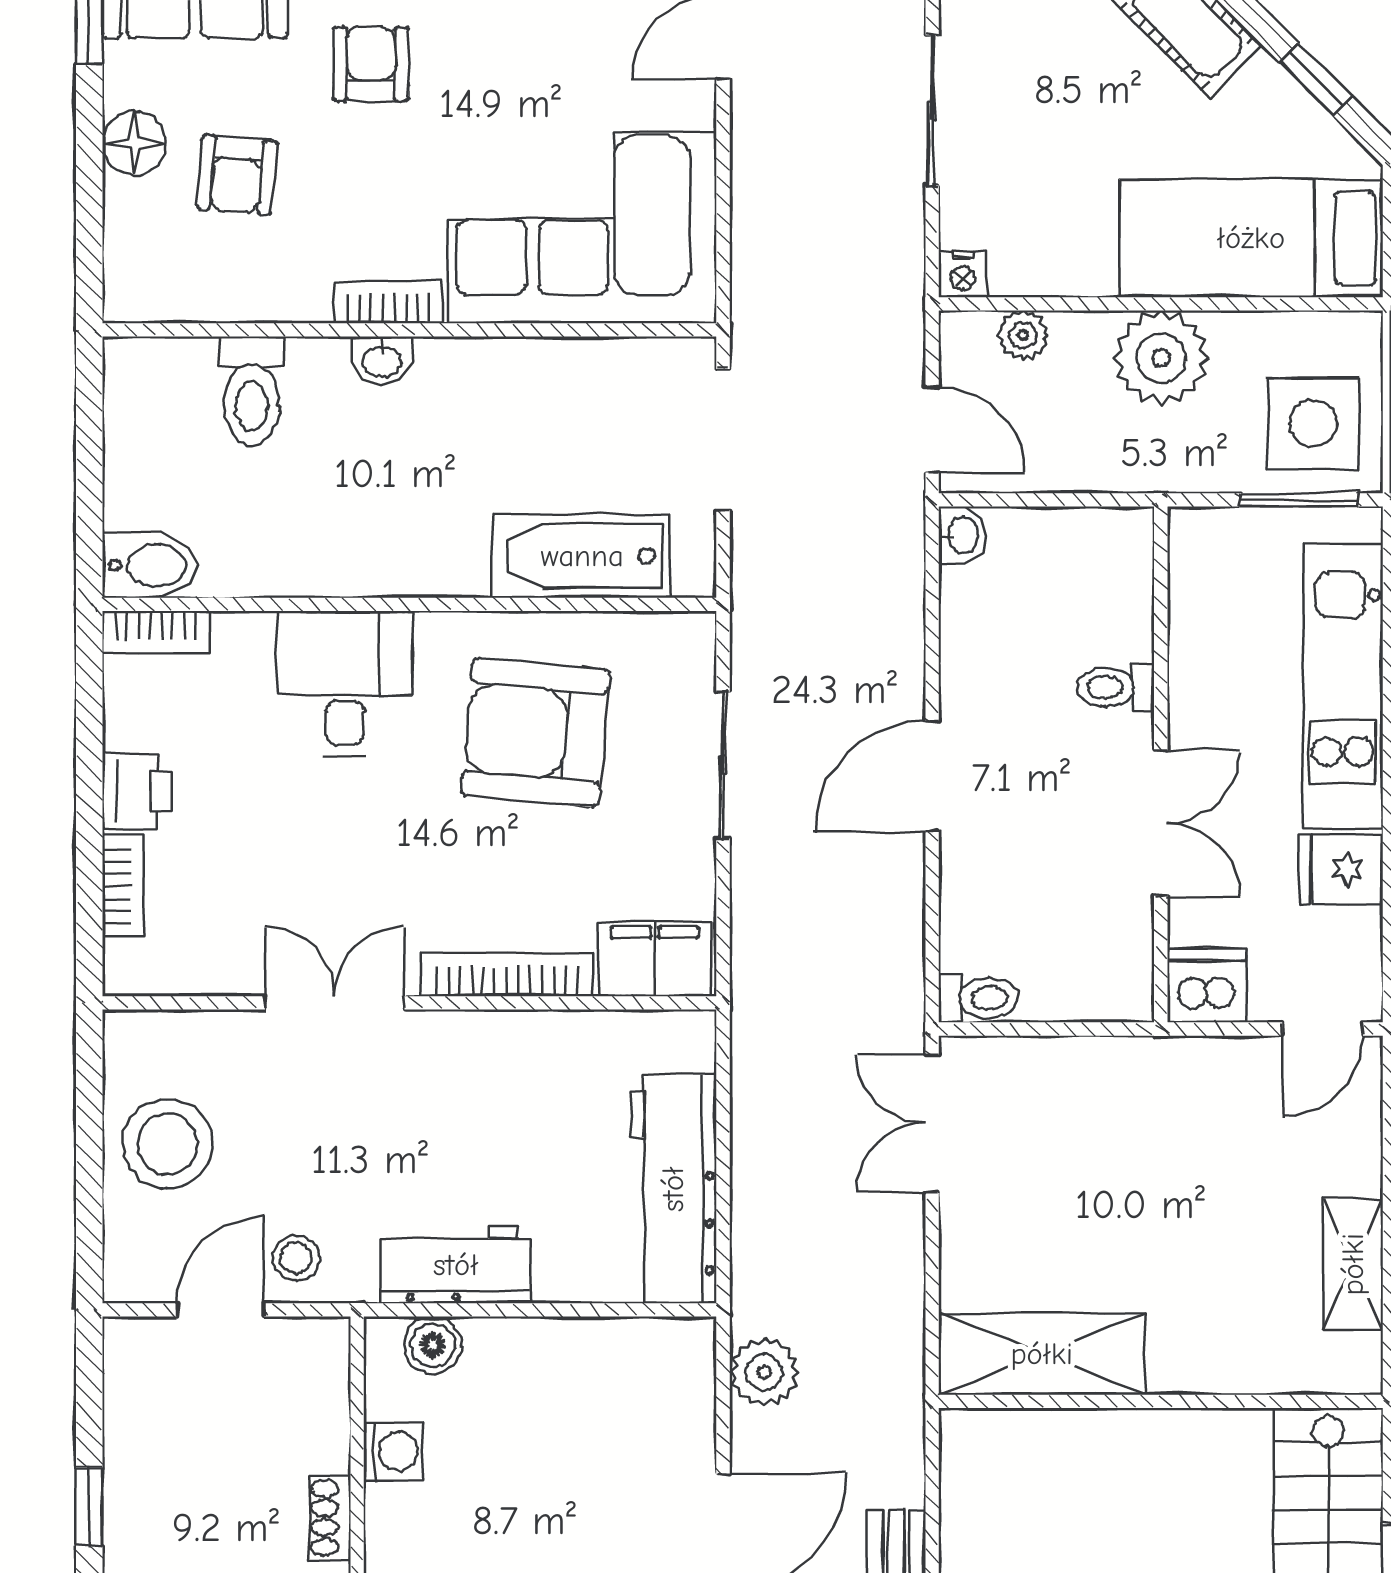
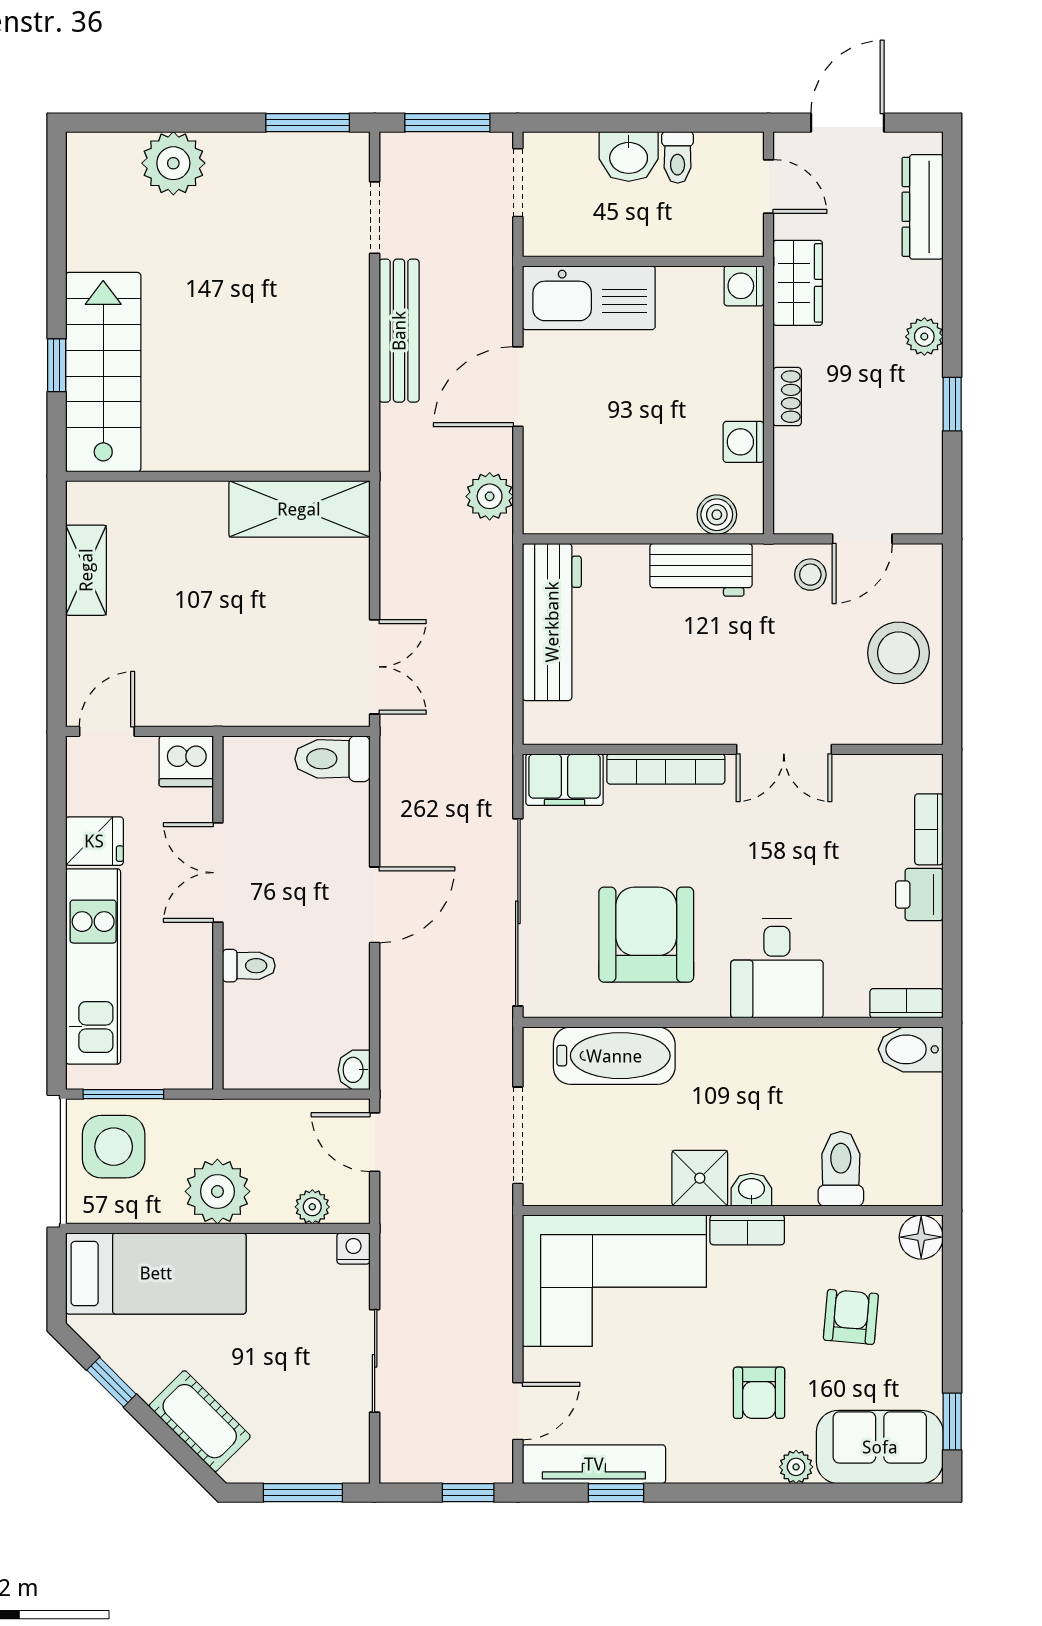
floor lamp: (134, 143) -> (921, 1237), moved
shower: (457, 377) -> (700, 1178), added
armchair: (536, 733) -> (646, 935), turned -95
sliding door: (723, 765) -> (518, 912), width x1.86
toilet: (978, 998) -> (332, 759), width x1.37, depth x1.39

